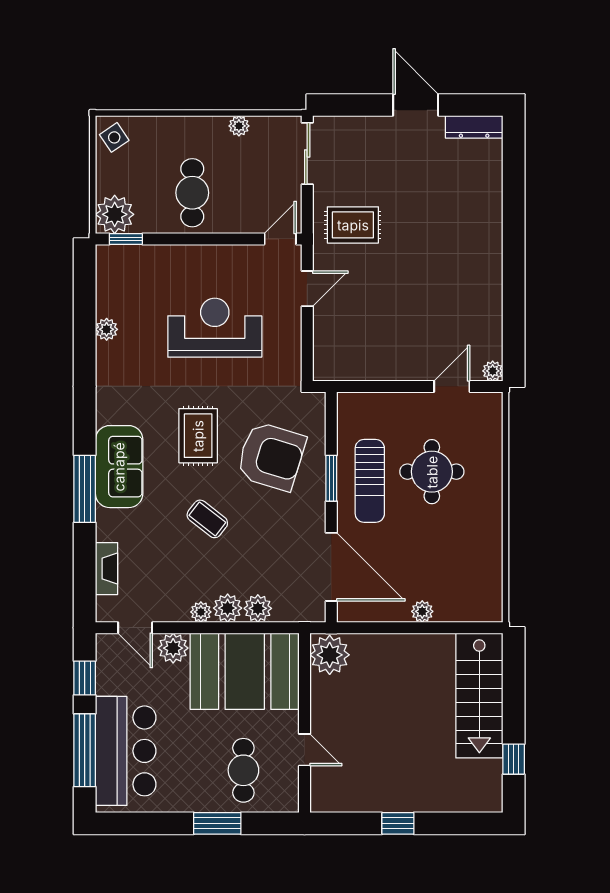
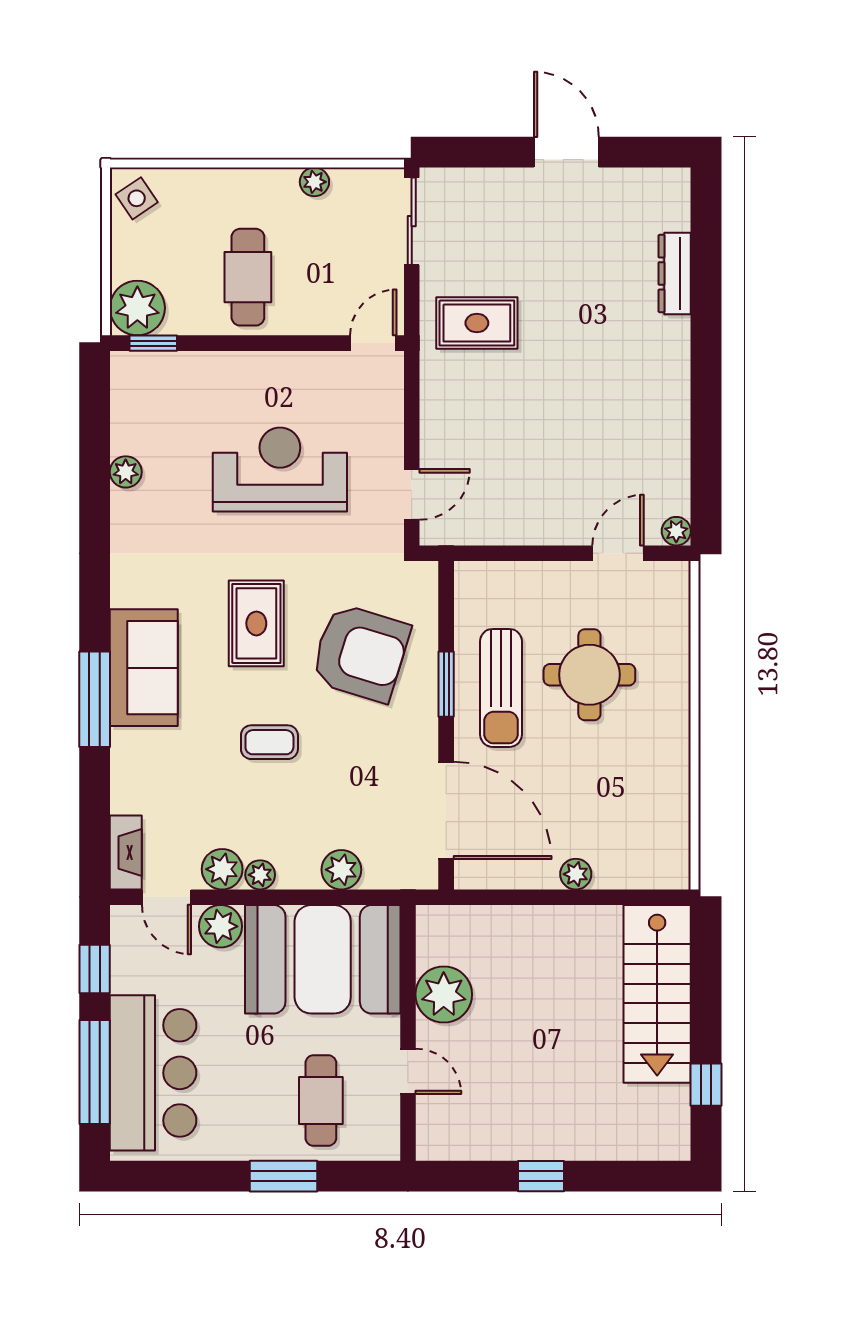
dresser: (474, 127) -> (675, 273), moved, turned 90
door: (307, 289) -> (412, 494), moved
coffee table: (207, 519) -> (269, 742), turned -38
fireplace: (107, 569) -> (126, 852), moved
plant: (228, 608) -> (222, 869), moved
plant: (330, 655) -> (444, 994), moved

